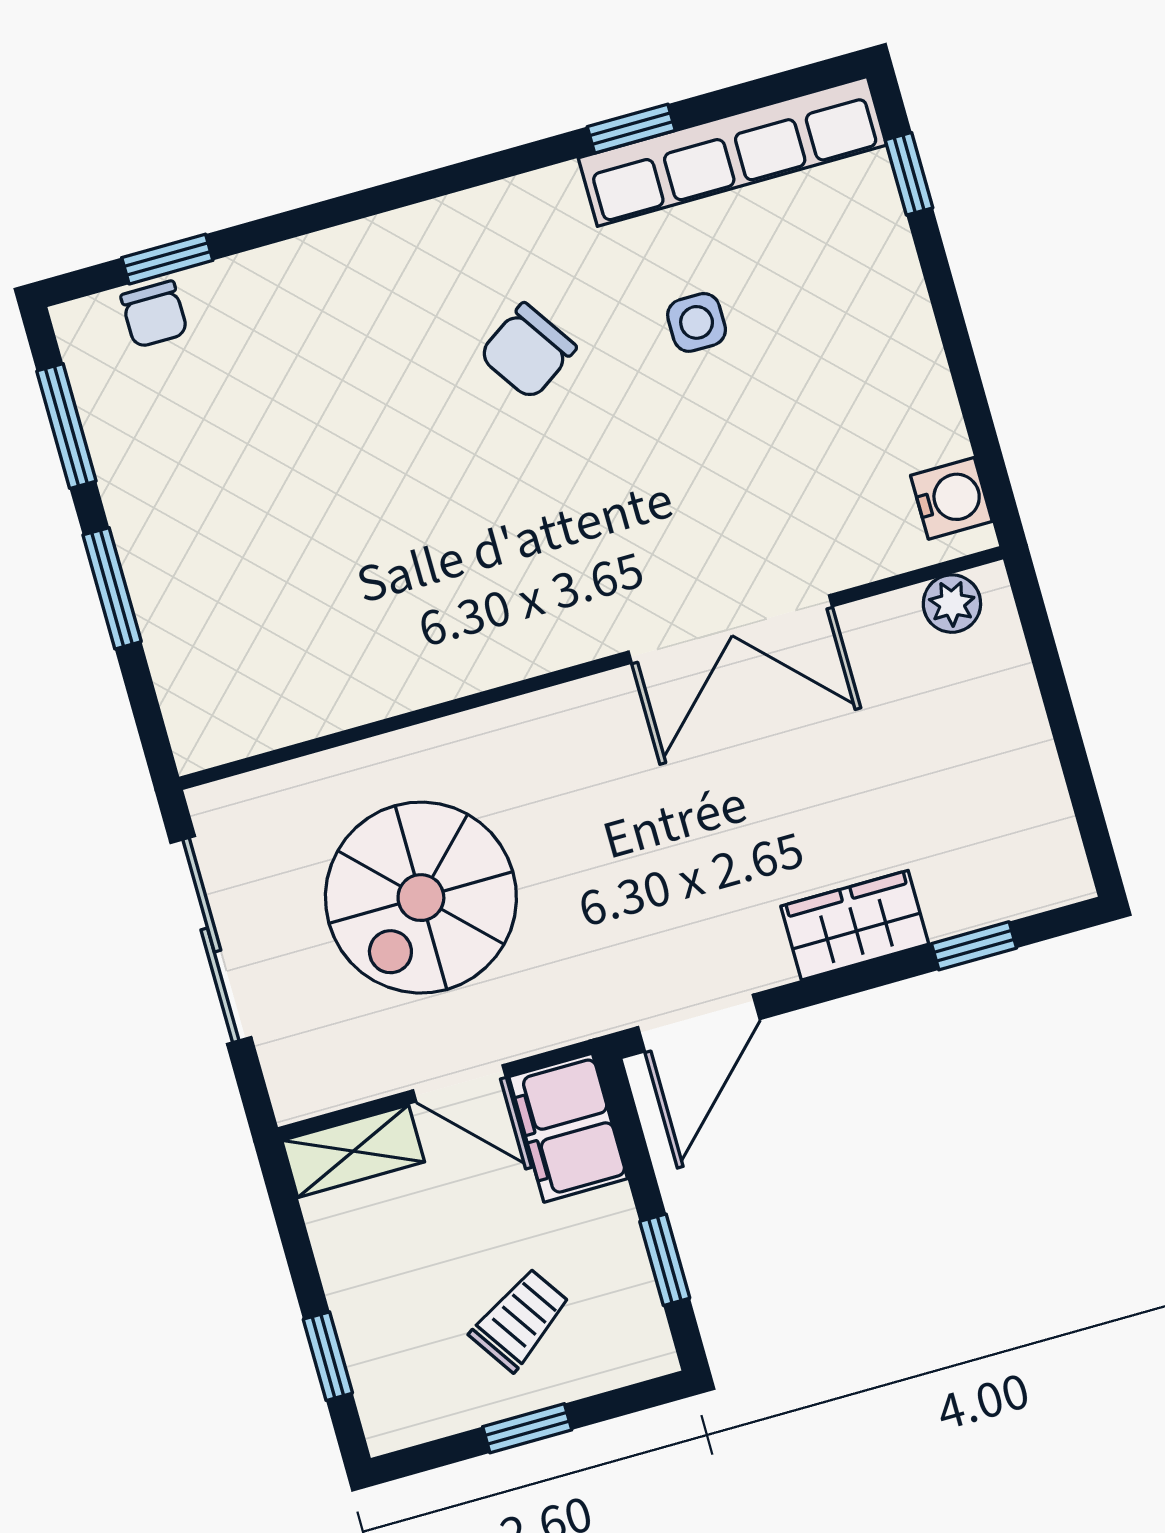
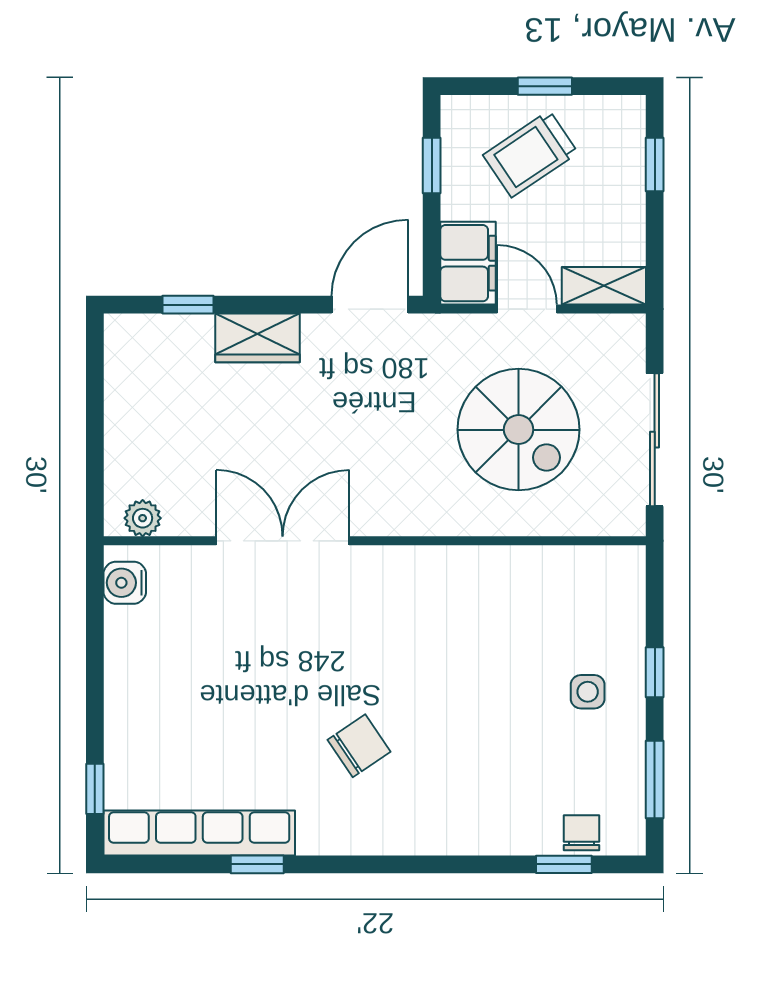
side table: (697, 322) -> (588, 692), moved
window: (112, 588) -> (655, 672), width x0.67
spiral stairs: (421, 898) -> (519, 430), turned 90
trolley: (520, 1320) -> (530, 154), width x1.36, depth x1.39

